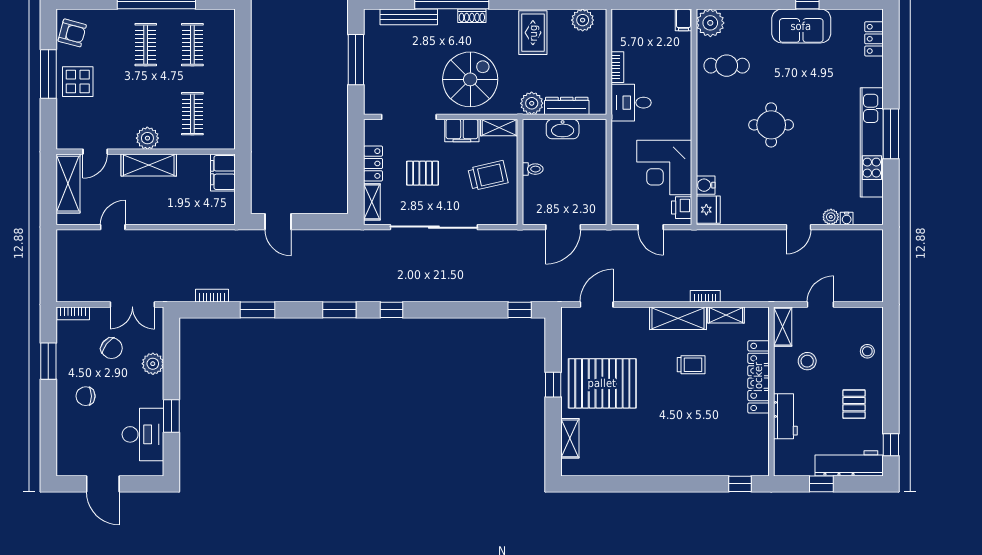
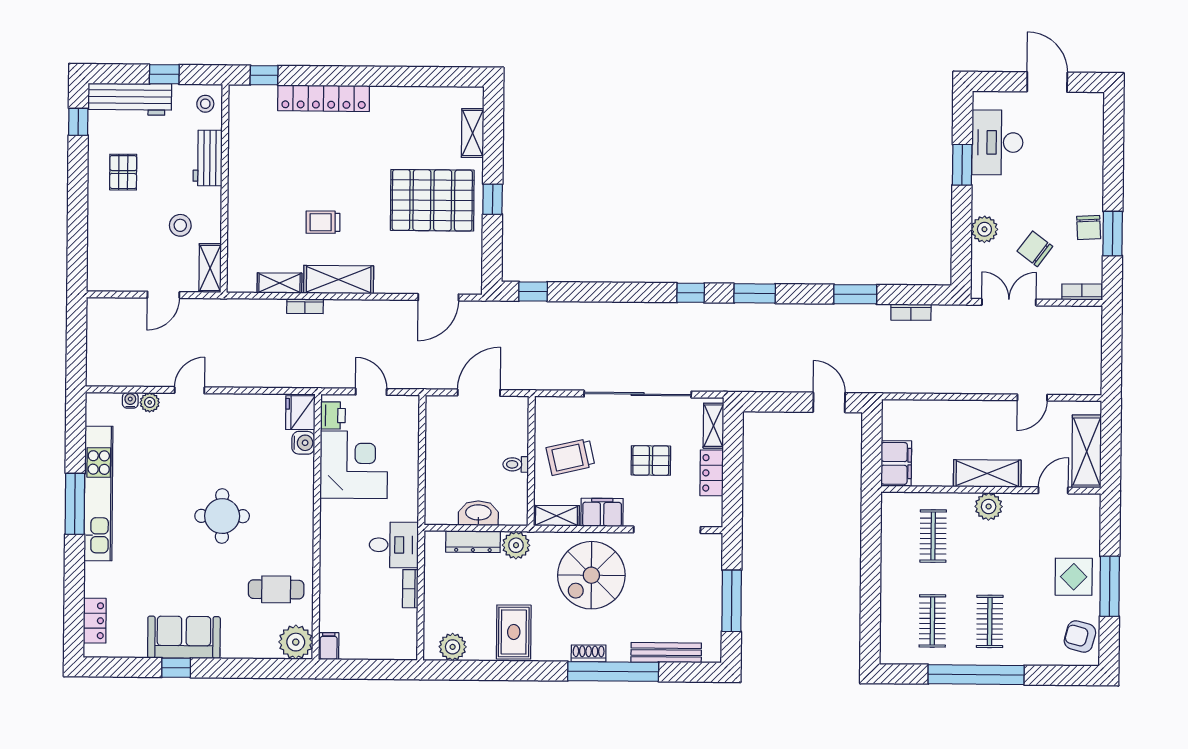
stool: (867, 351) -> (205, 104), moved
locker: (758, 377) -> (324, 98), moved, turned 90
chair: (86, 396) -> (1089, 227), moved, turned 87

